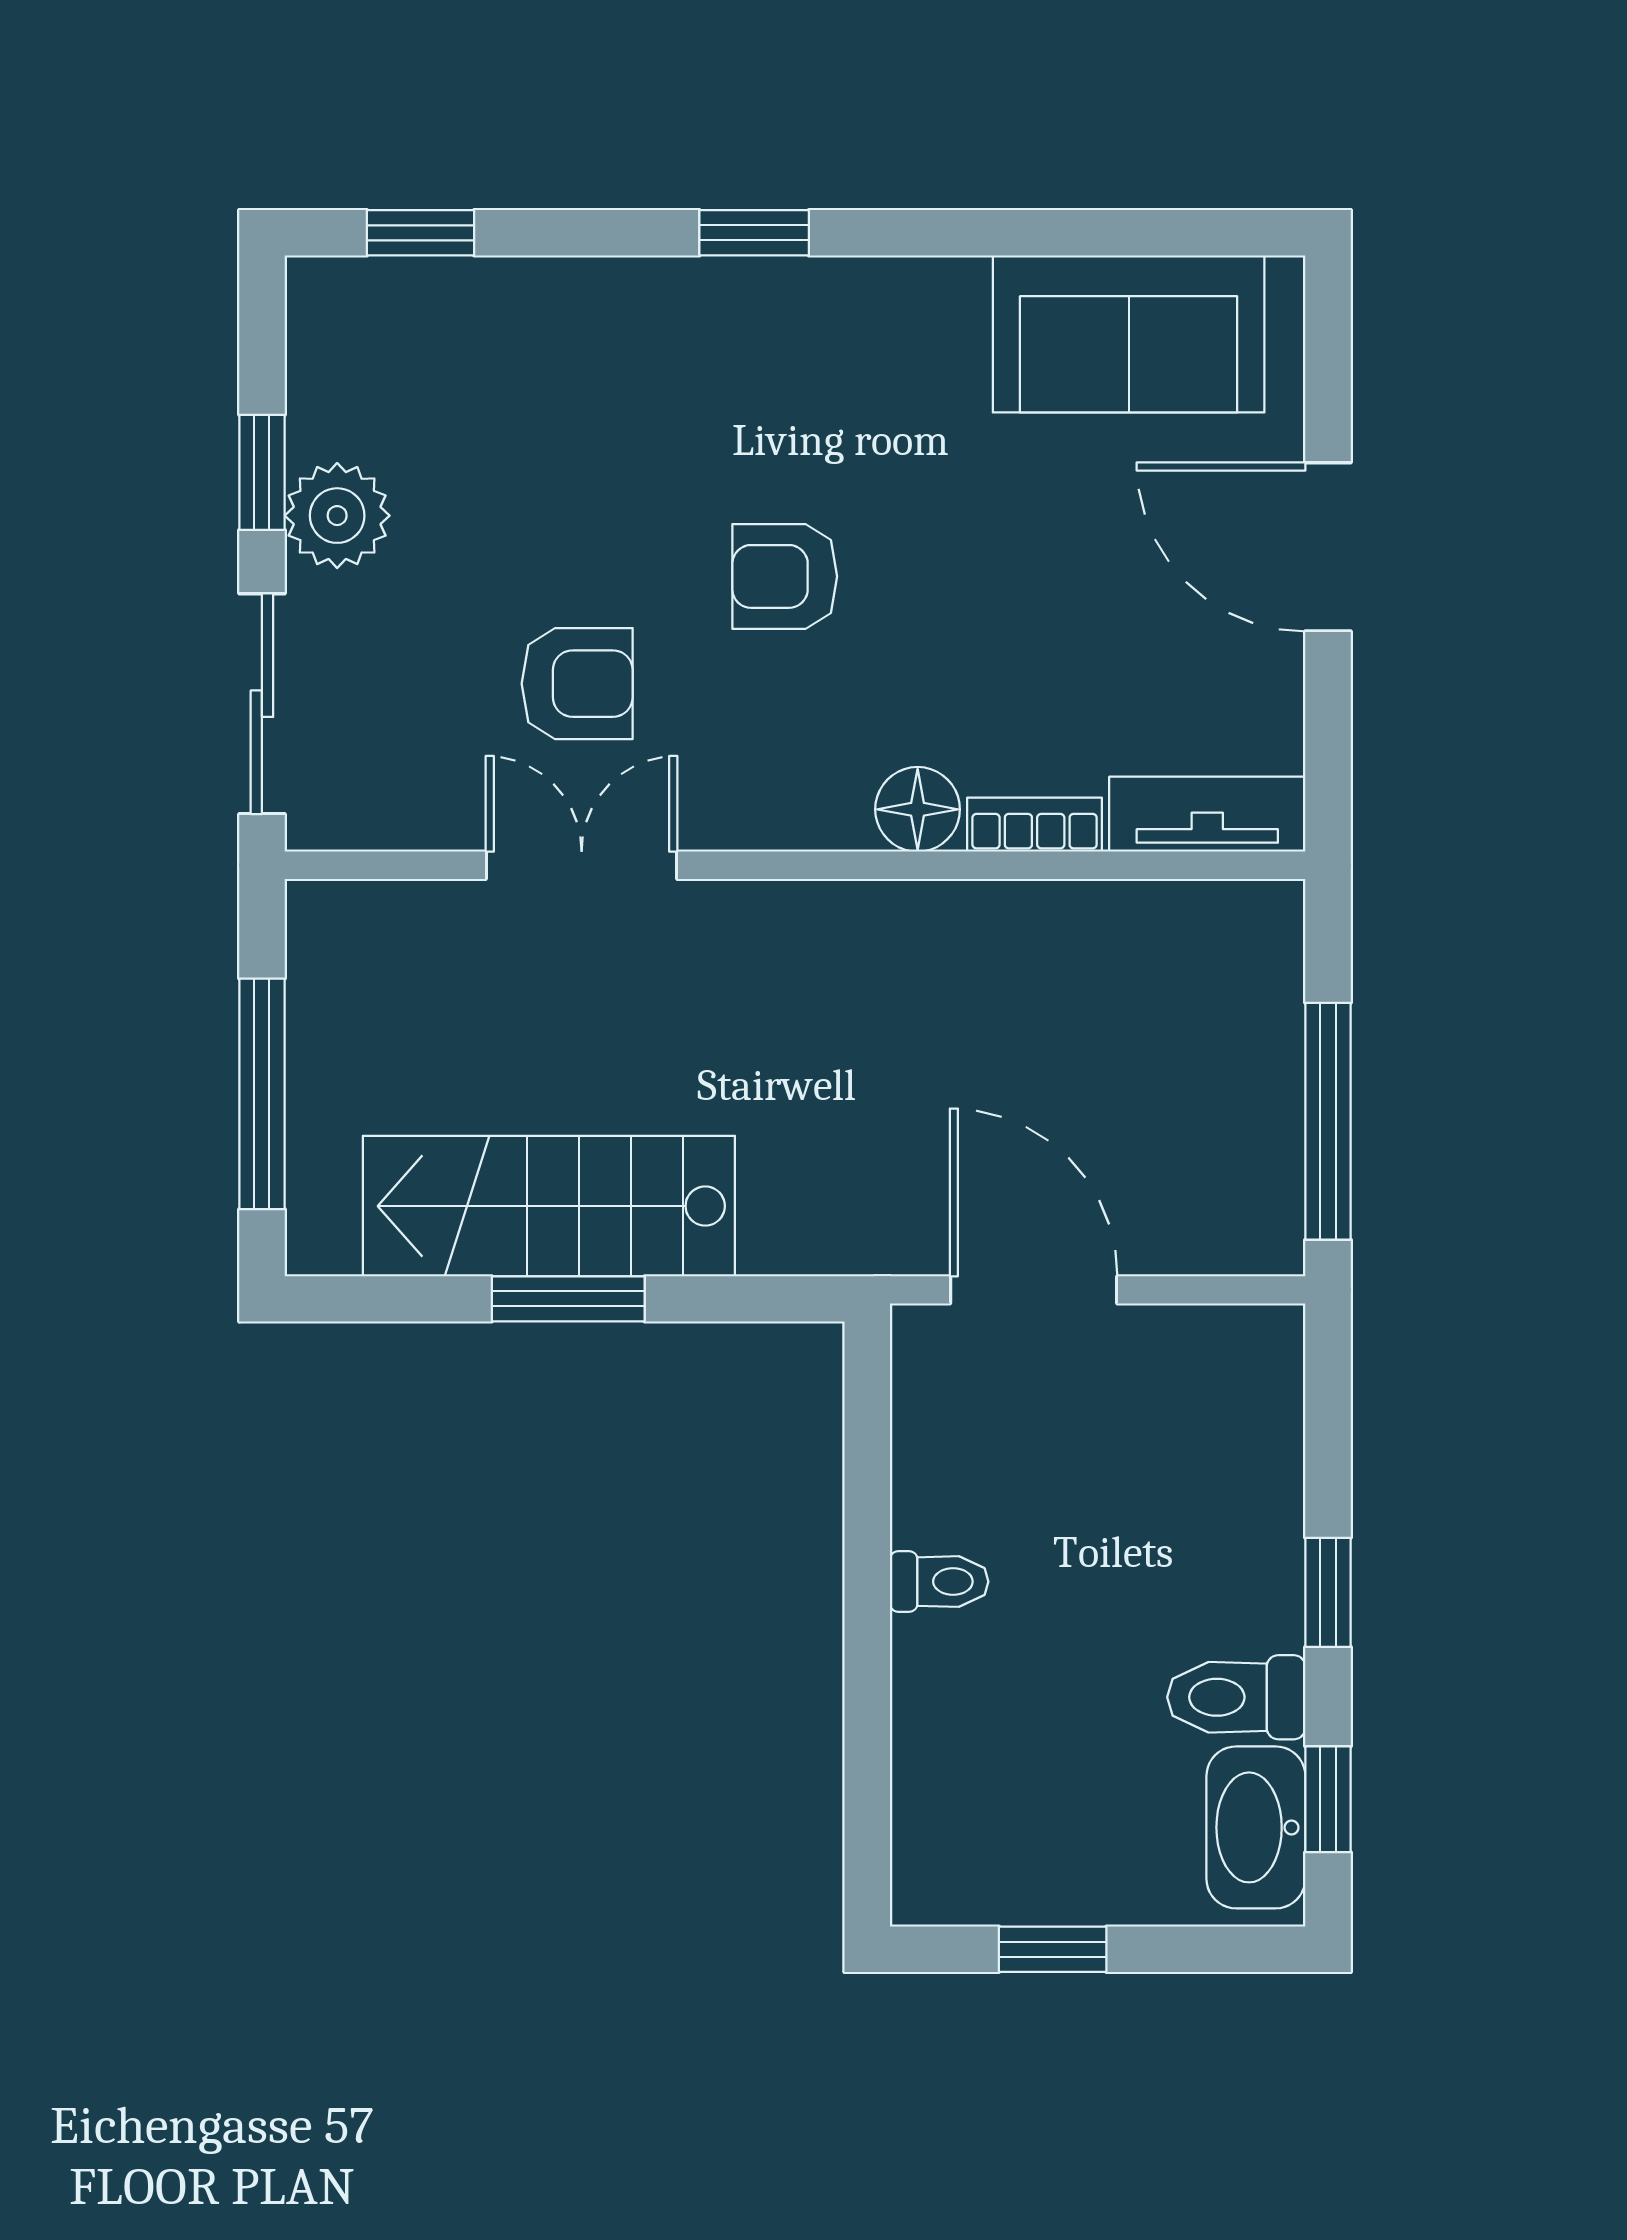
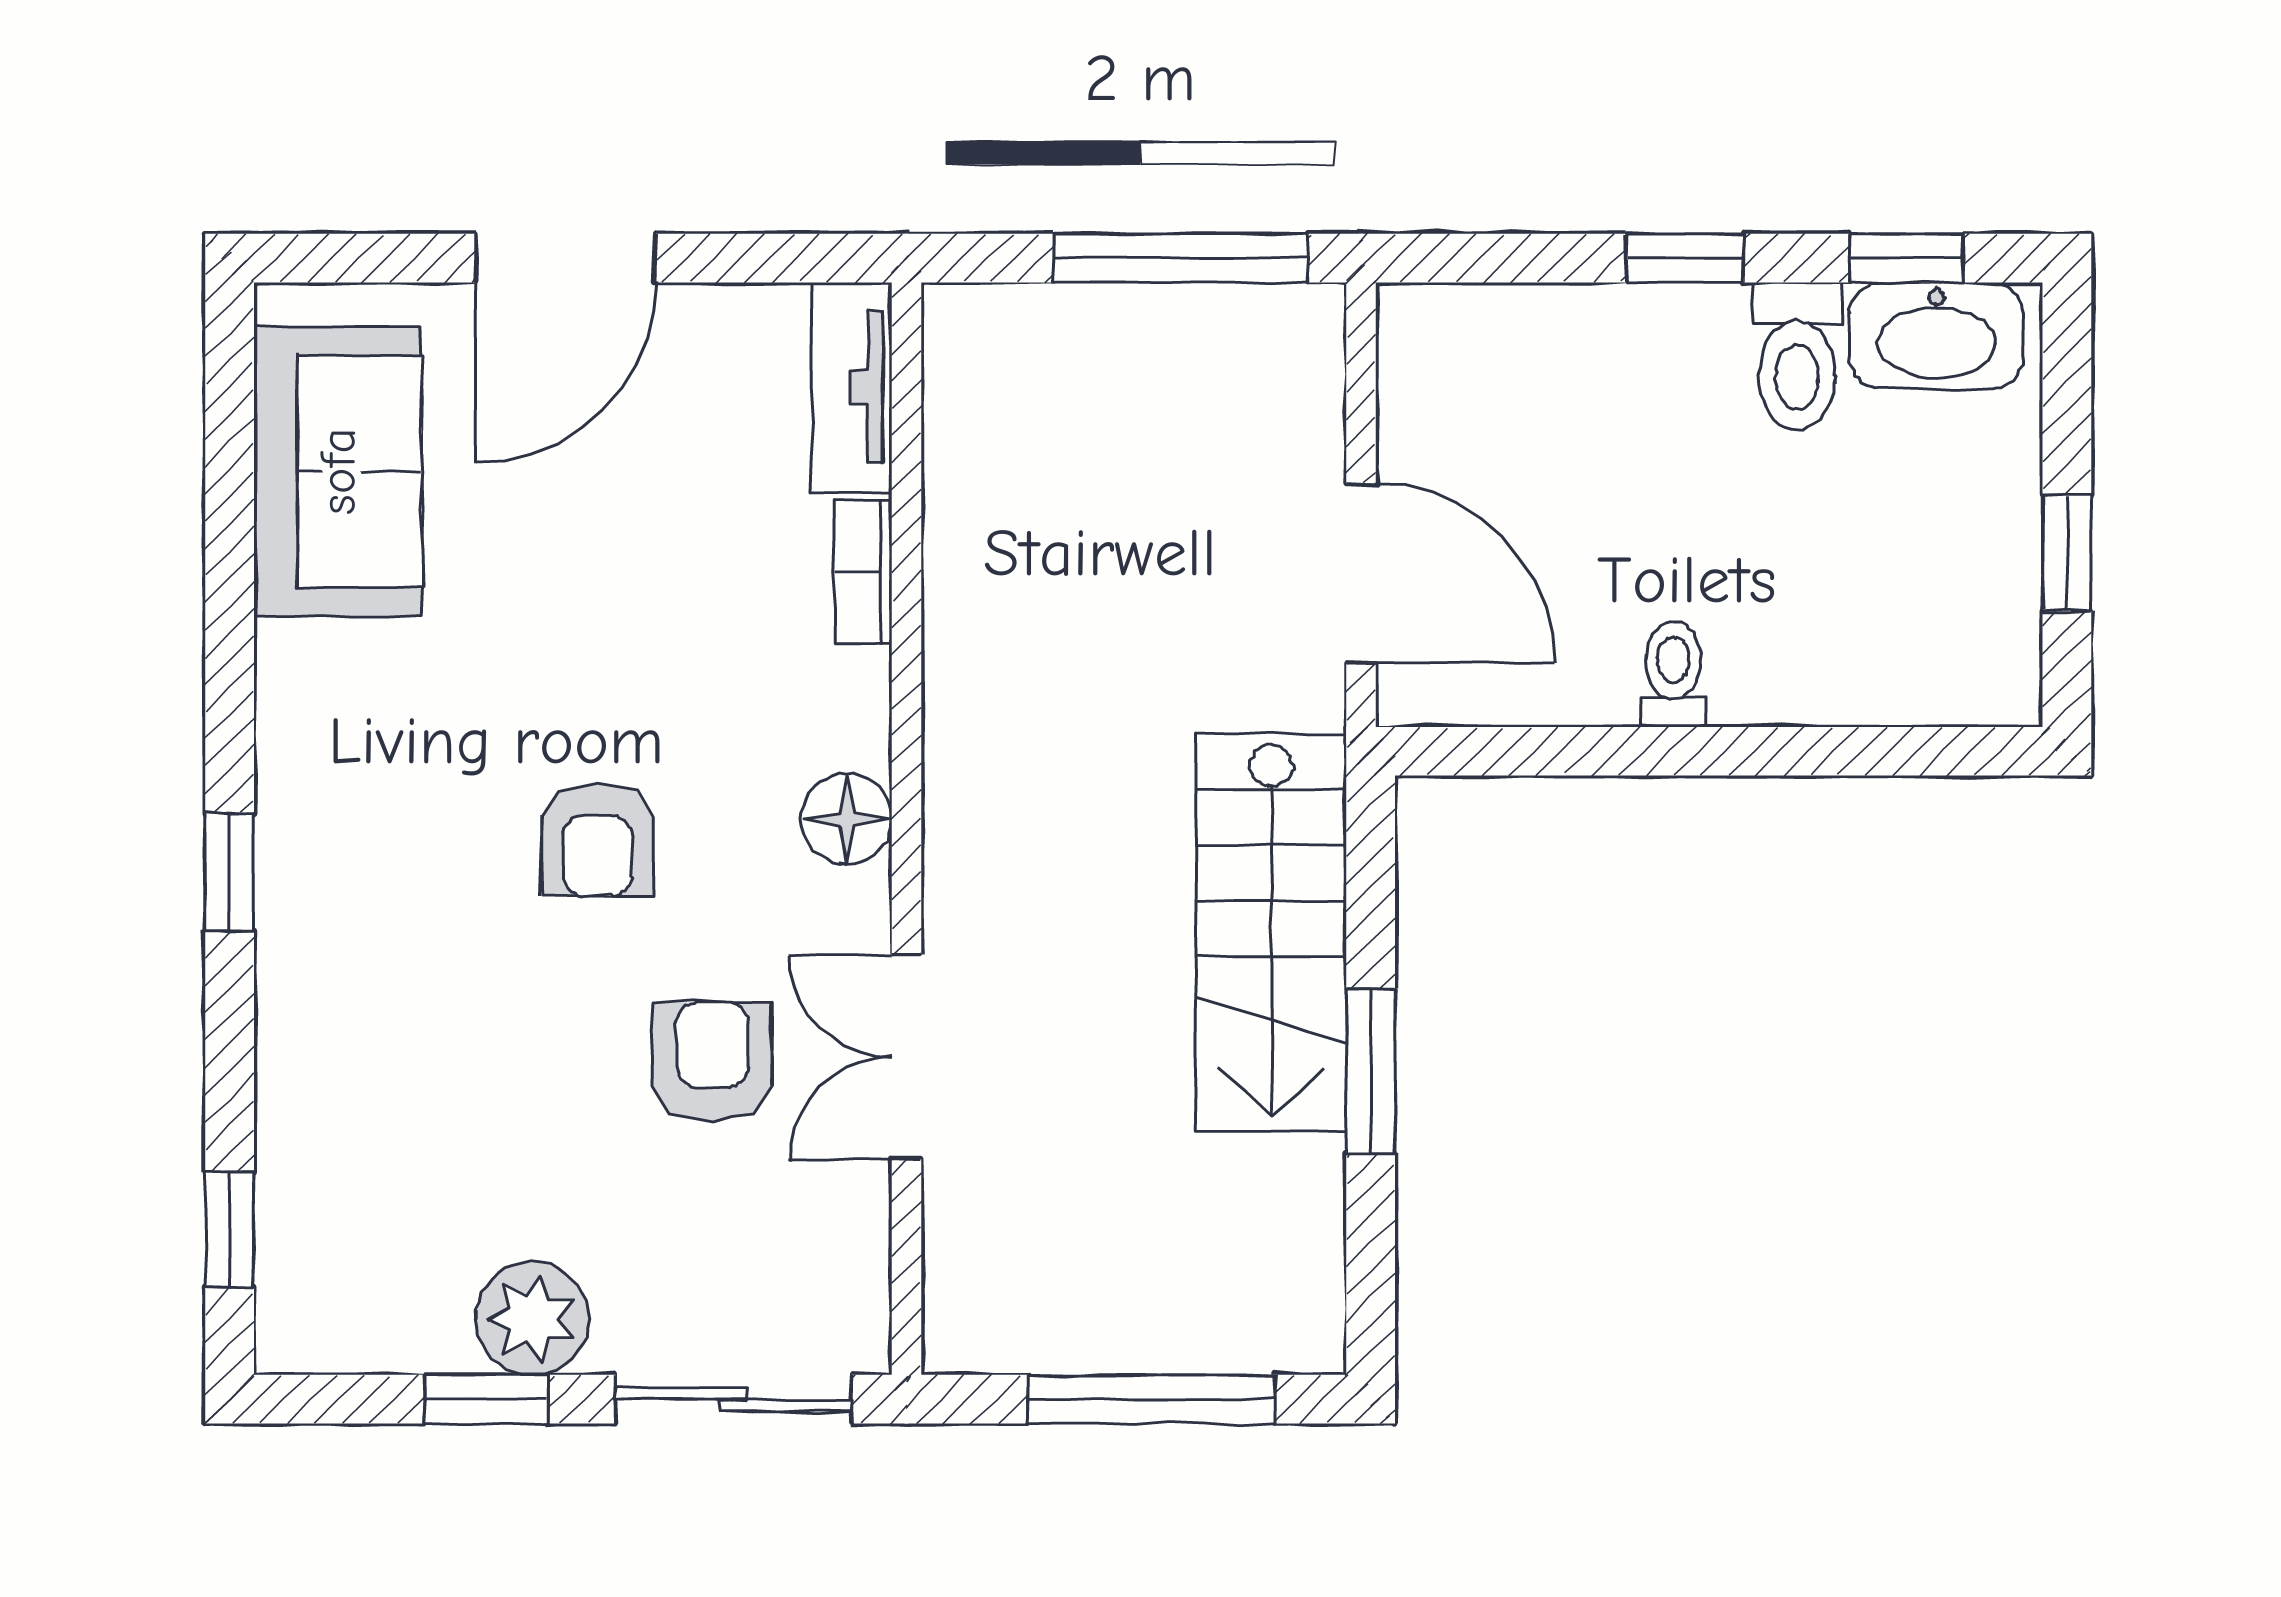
floor lamp: (918, 809) -> (847, 819), moved
stairs: (549, 1206) -> (1271, 933), moved
door: (1034, 1290) -> (1361, 573), swing flipped

